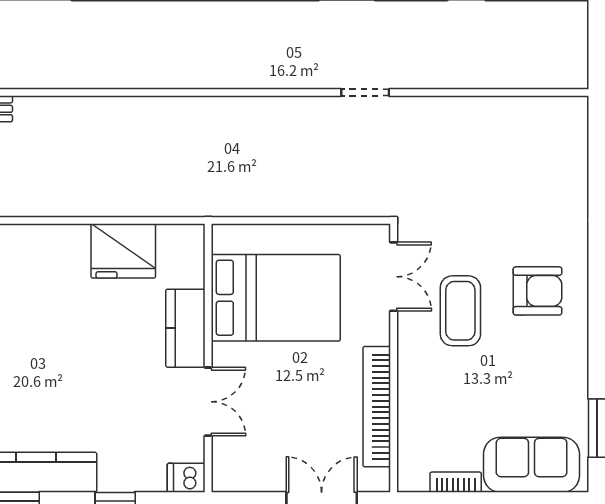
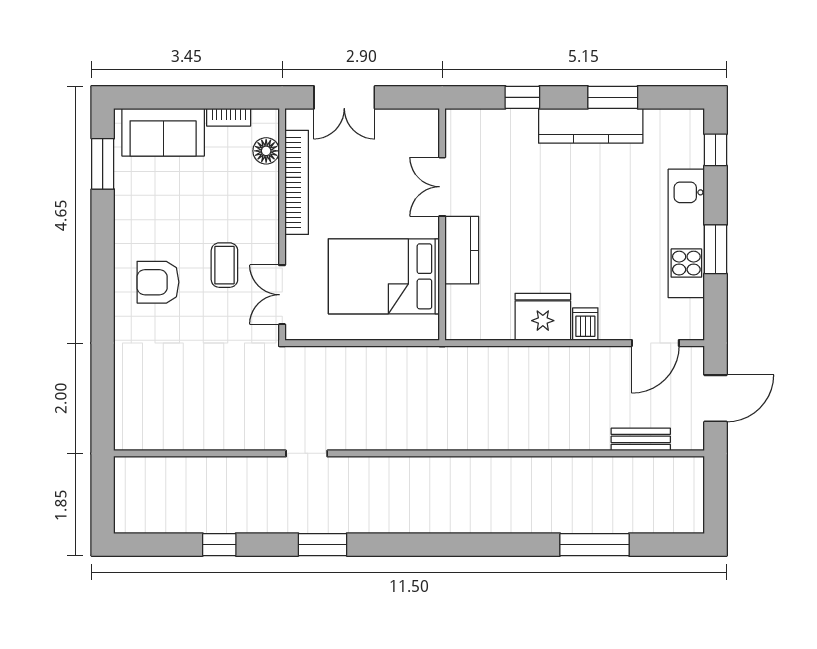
fridge: (123, 251) -> (543, 317), moved
coffee table: (460, 311) -> (224, 265), width x0.73, depth x0.77
floor lamp: (412, 443) -> (266, 151), added
dishwasher: (186, 478) -> (585, 324), moved, turned -90

